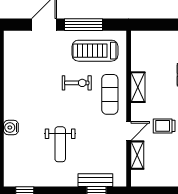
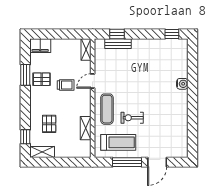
shelving: (138, 87) -> (86, 128), moved
weight bench: (60, 144) -> (145, 71), removed
shelving: (137, 155) -> (86, 50), moved

